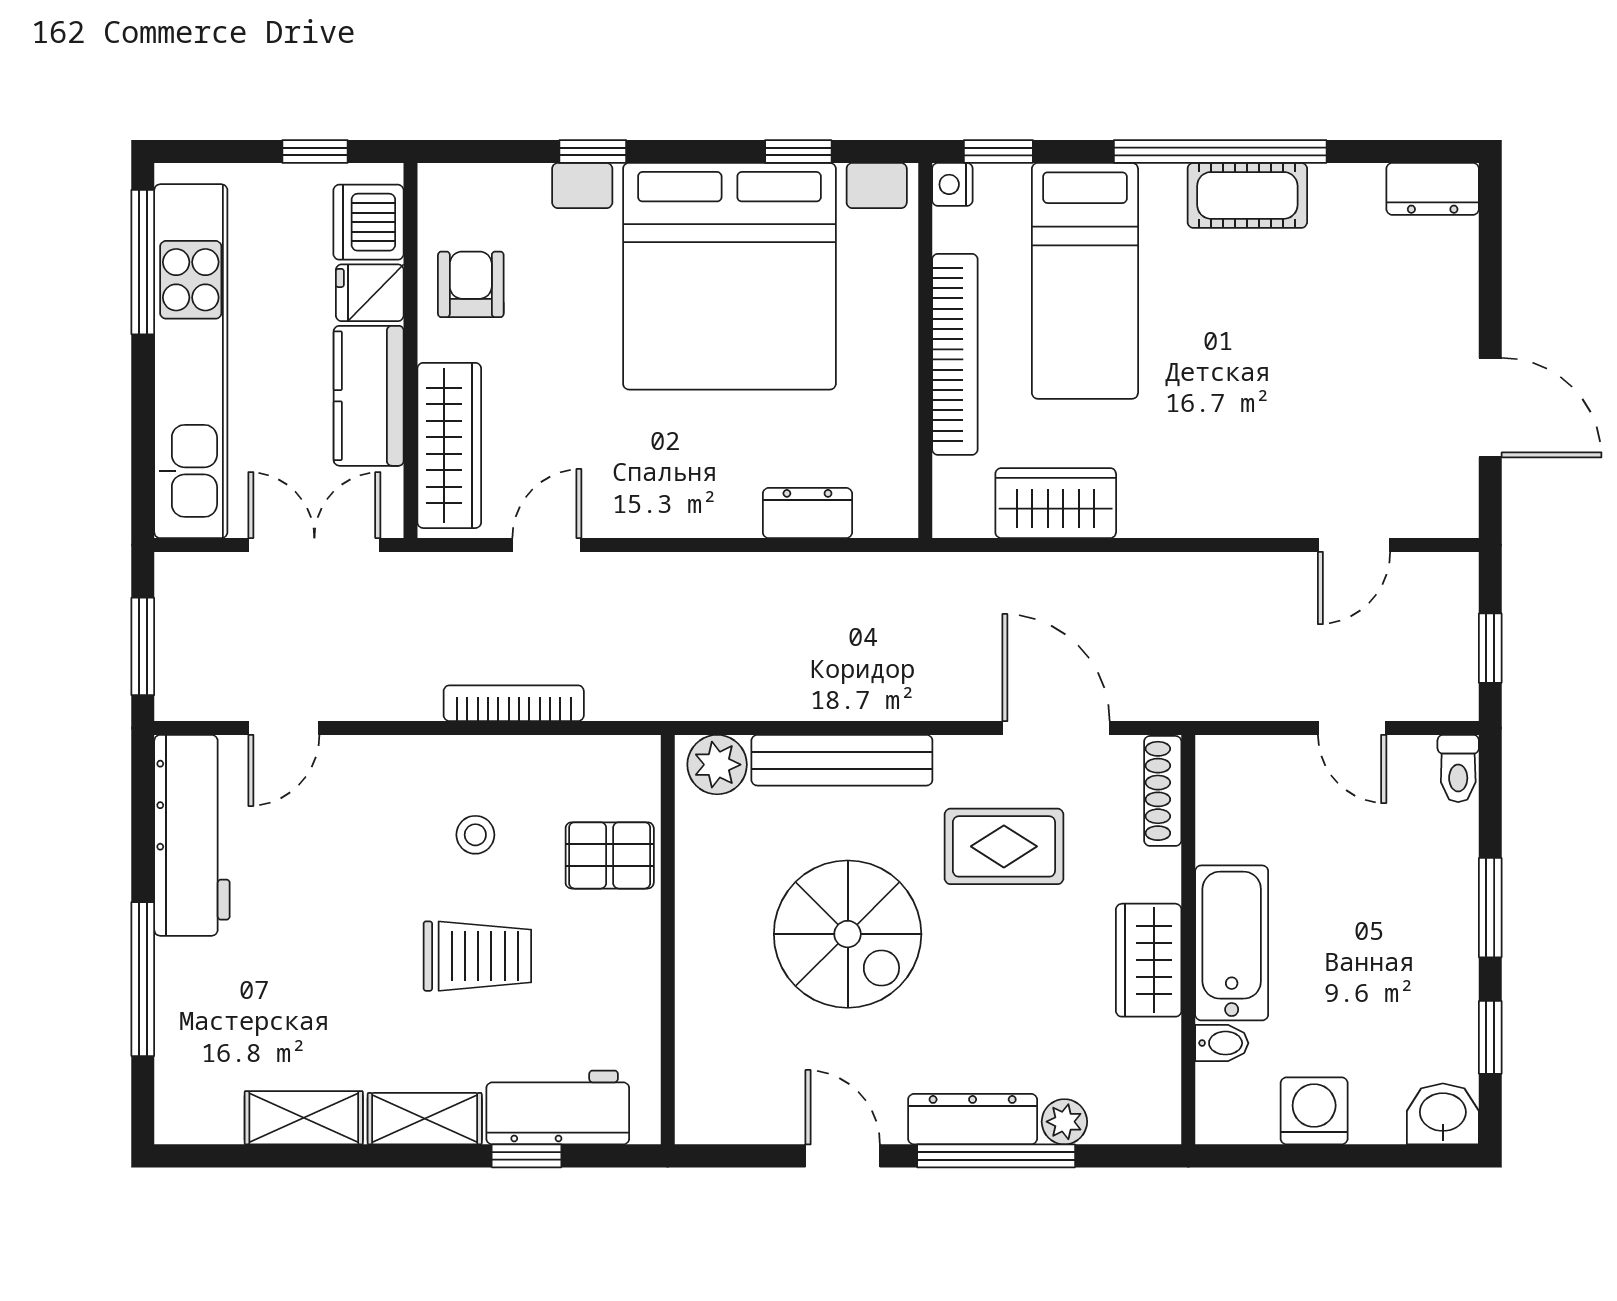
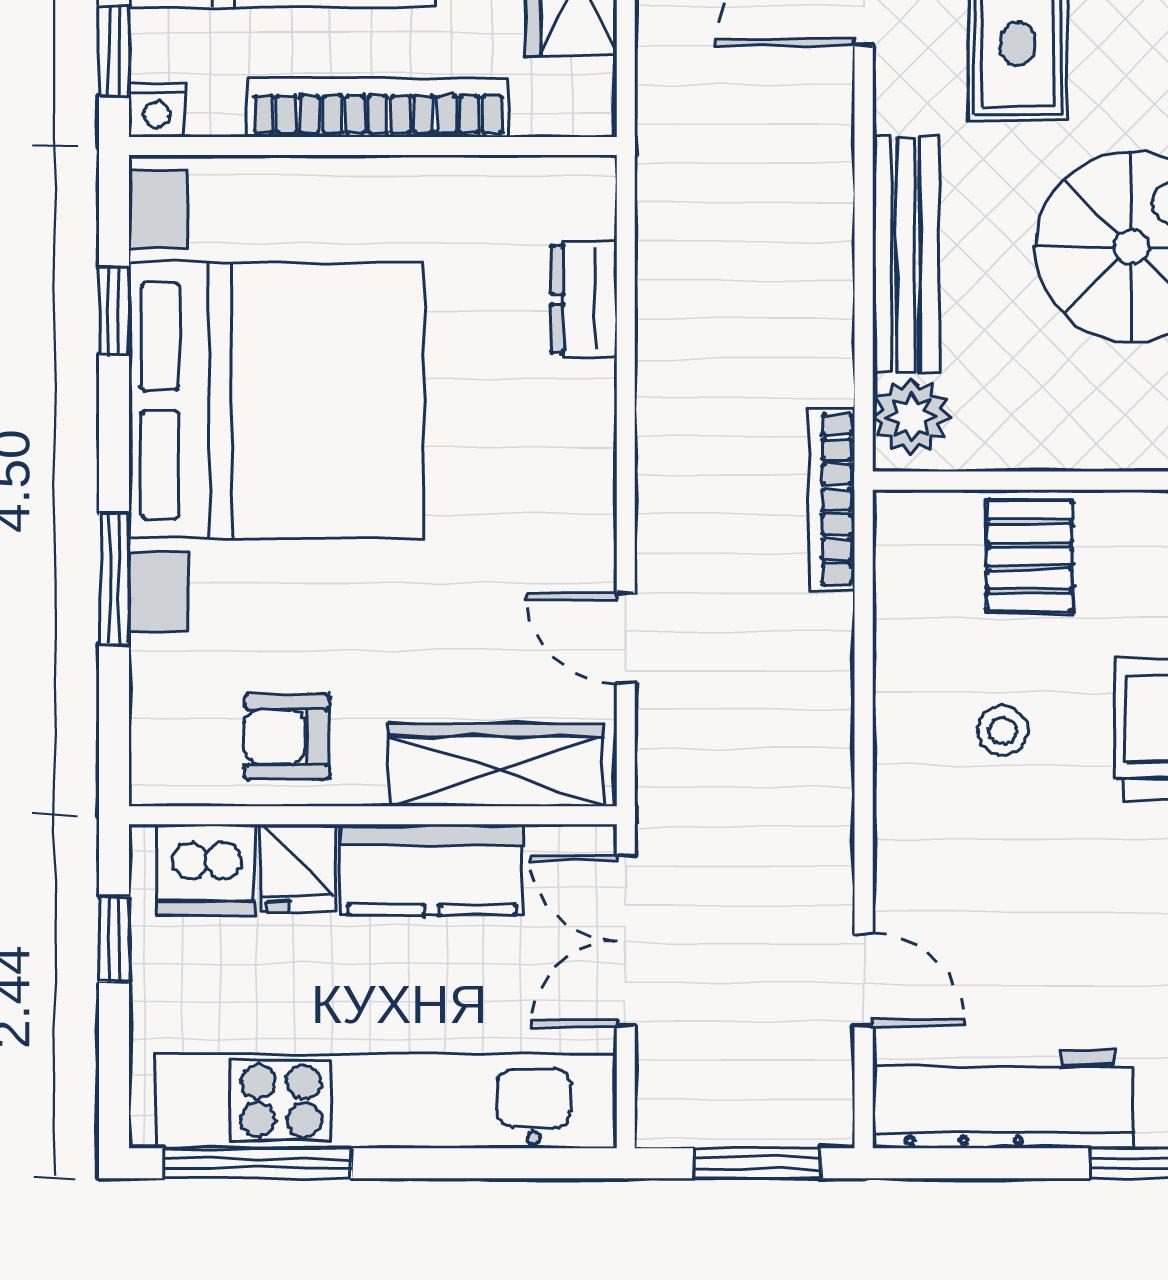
window: (593, 151) -> (114, 578), width x1.50
bookcase: (514, 703) -> (831, 500), moved

